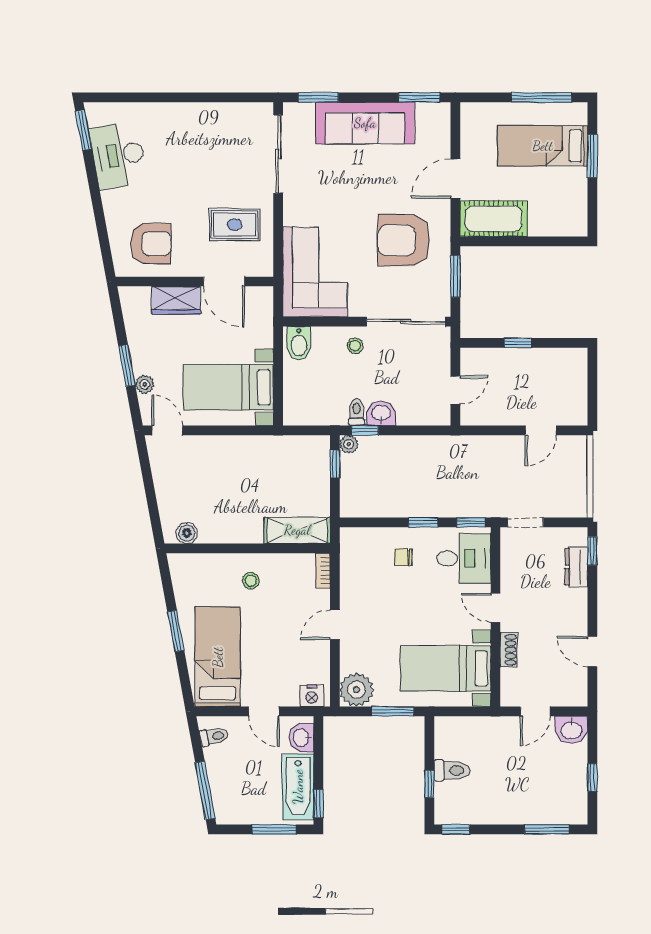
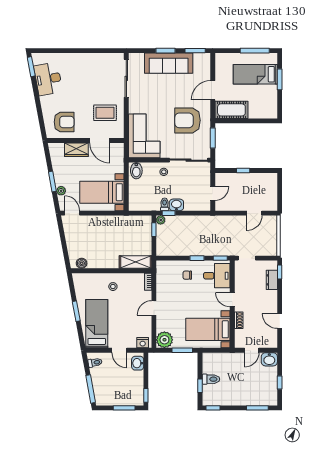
window: (318, 97) -> (166, 51), moved
bathtub: (298, 787) -> (136, 387), removed

